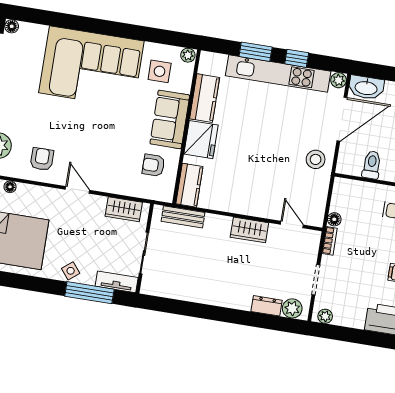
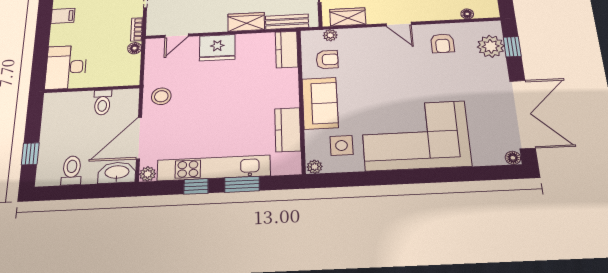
fridge: (201, 140) -> (217, 48), moved, turned -90
plant: (145, 192) -> (330, 35), added
door: (292, 225) -> (177, 36), hinge flipped
wardrobe: (249, 230) -> (246, 22), moved

